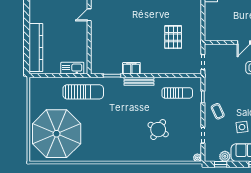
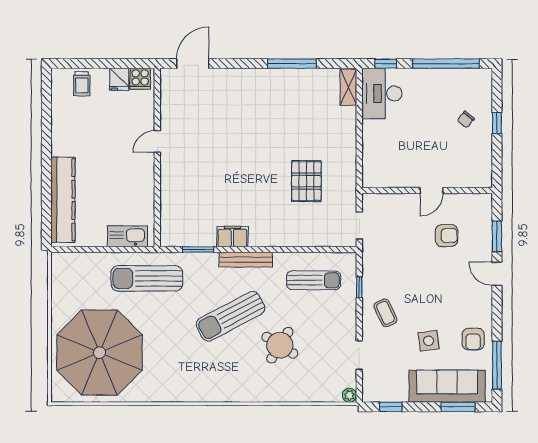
sun lounger: (83, 92) -> (147, 278), turned 180
sun lounger: (130, 113) -> (231, 316), added
plant: (225, 156) -> (398, 393), removed

